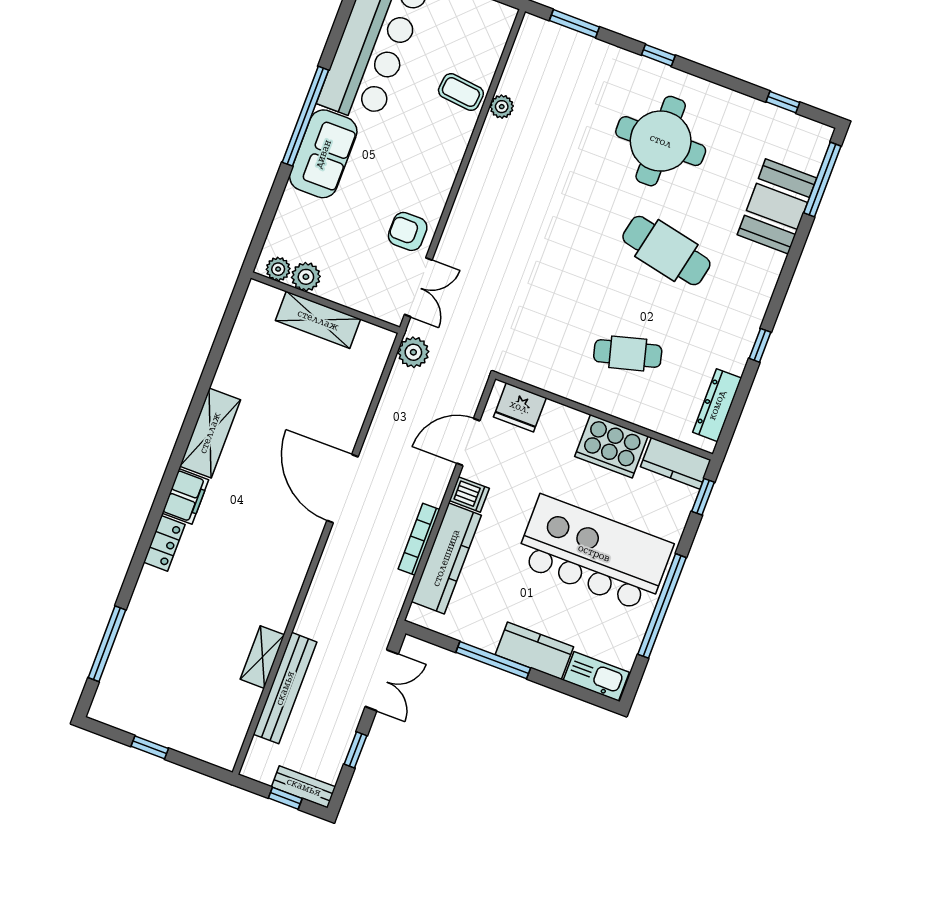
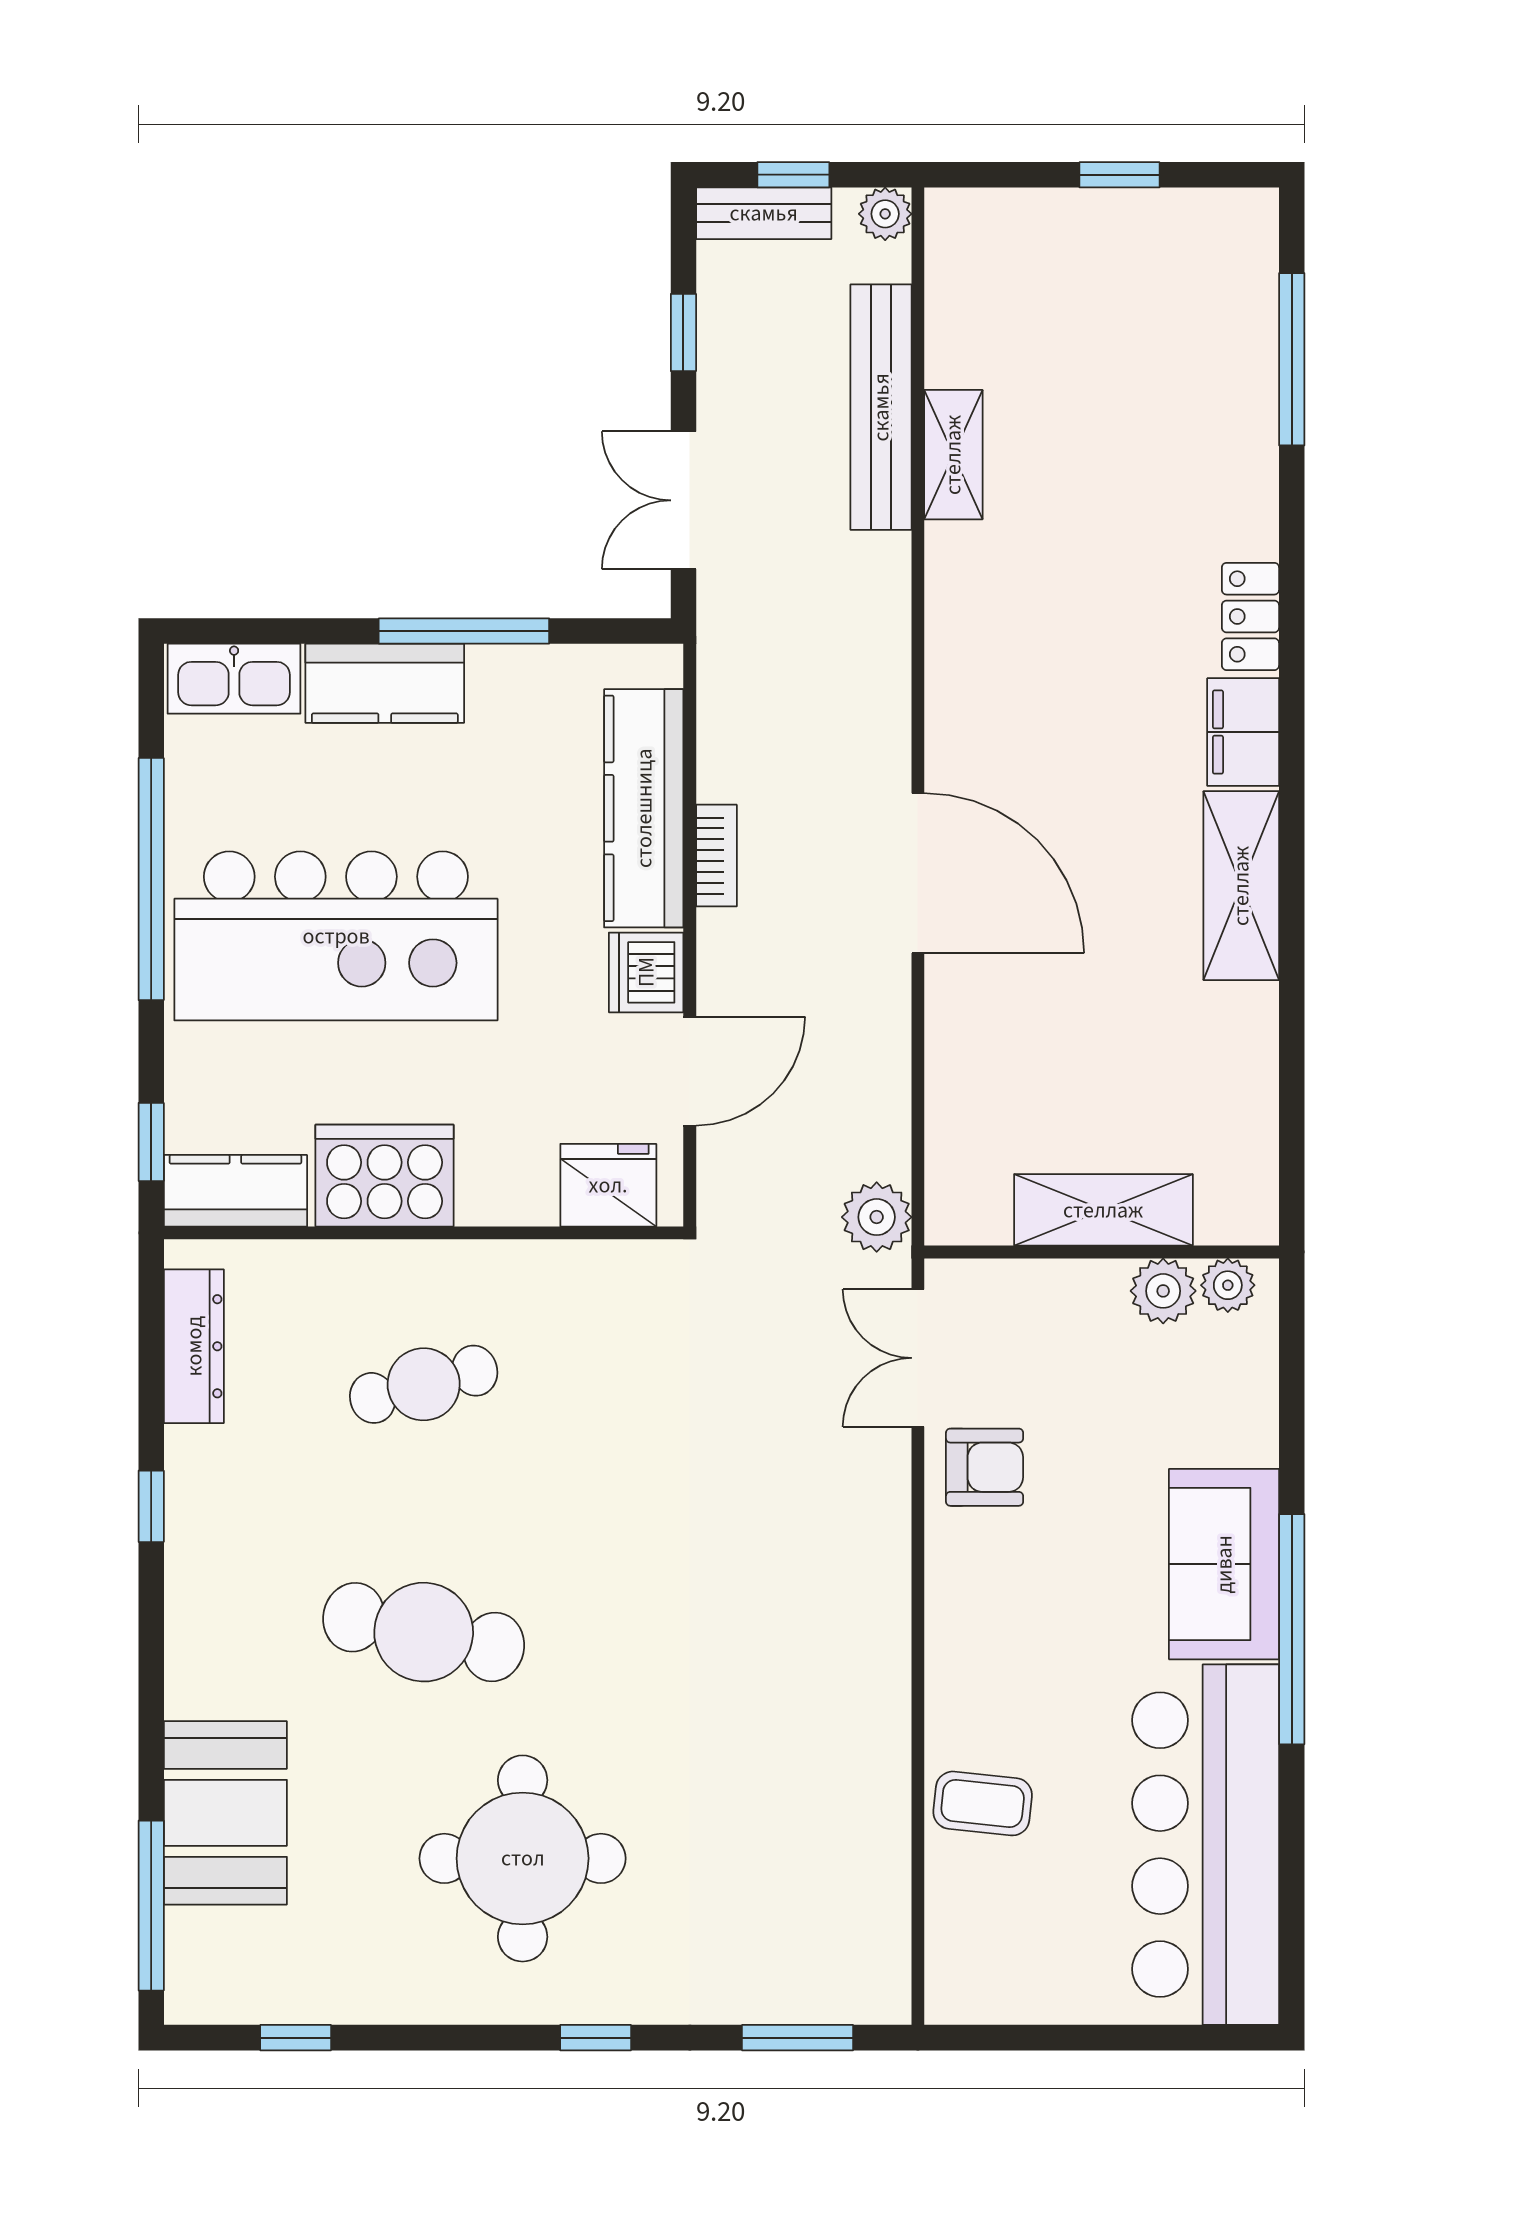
plant: (502, 107) -> (885, 214), moved
dishwasher: (469, 494) -> (646, 972), width x1.38
bookcase: (419, 539) -> (716, 856), width x0.64

